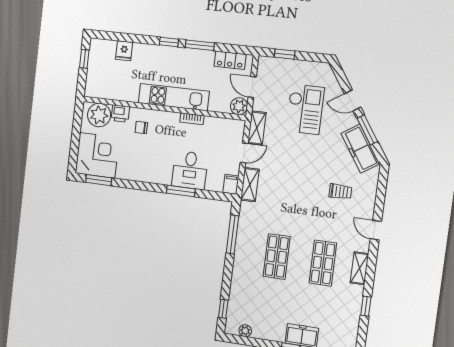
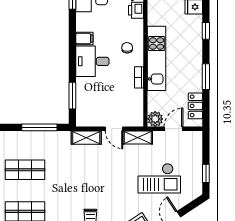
window: (169, 42) -> (206, 31), moved
window: (285, 54) -> (206, 173), moved
chair: (141, 128) -> (127, 48), moved
desk: (190, 170) -> (92, 61), moved
filing cabinet: (231, 184) -> (84, 39), moved
window: (181, 191) -> (72, 96), moved

